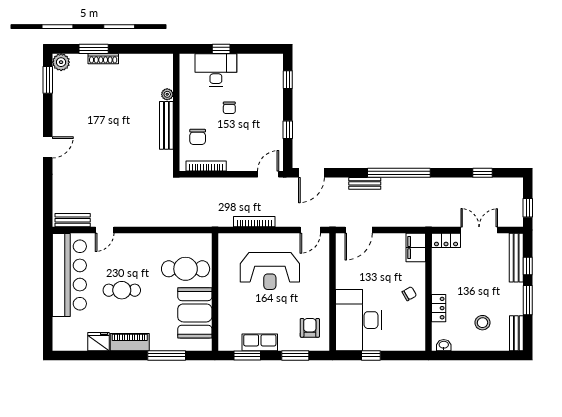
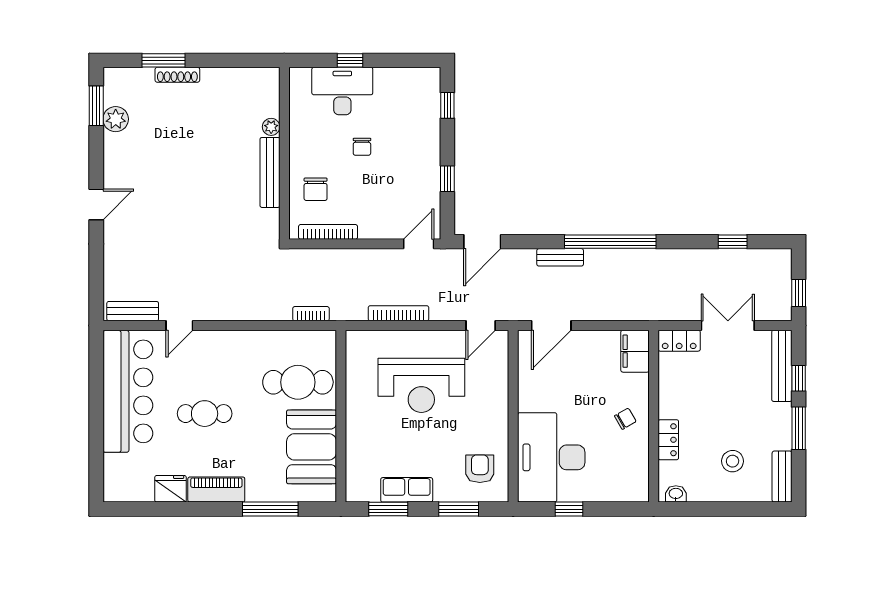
plant: (61, 62) -> (116, 119), moved
bookcase: (194, 222) -> (311, 314), added

